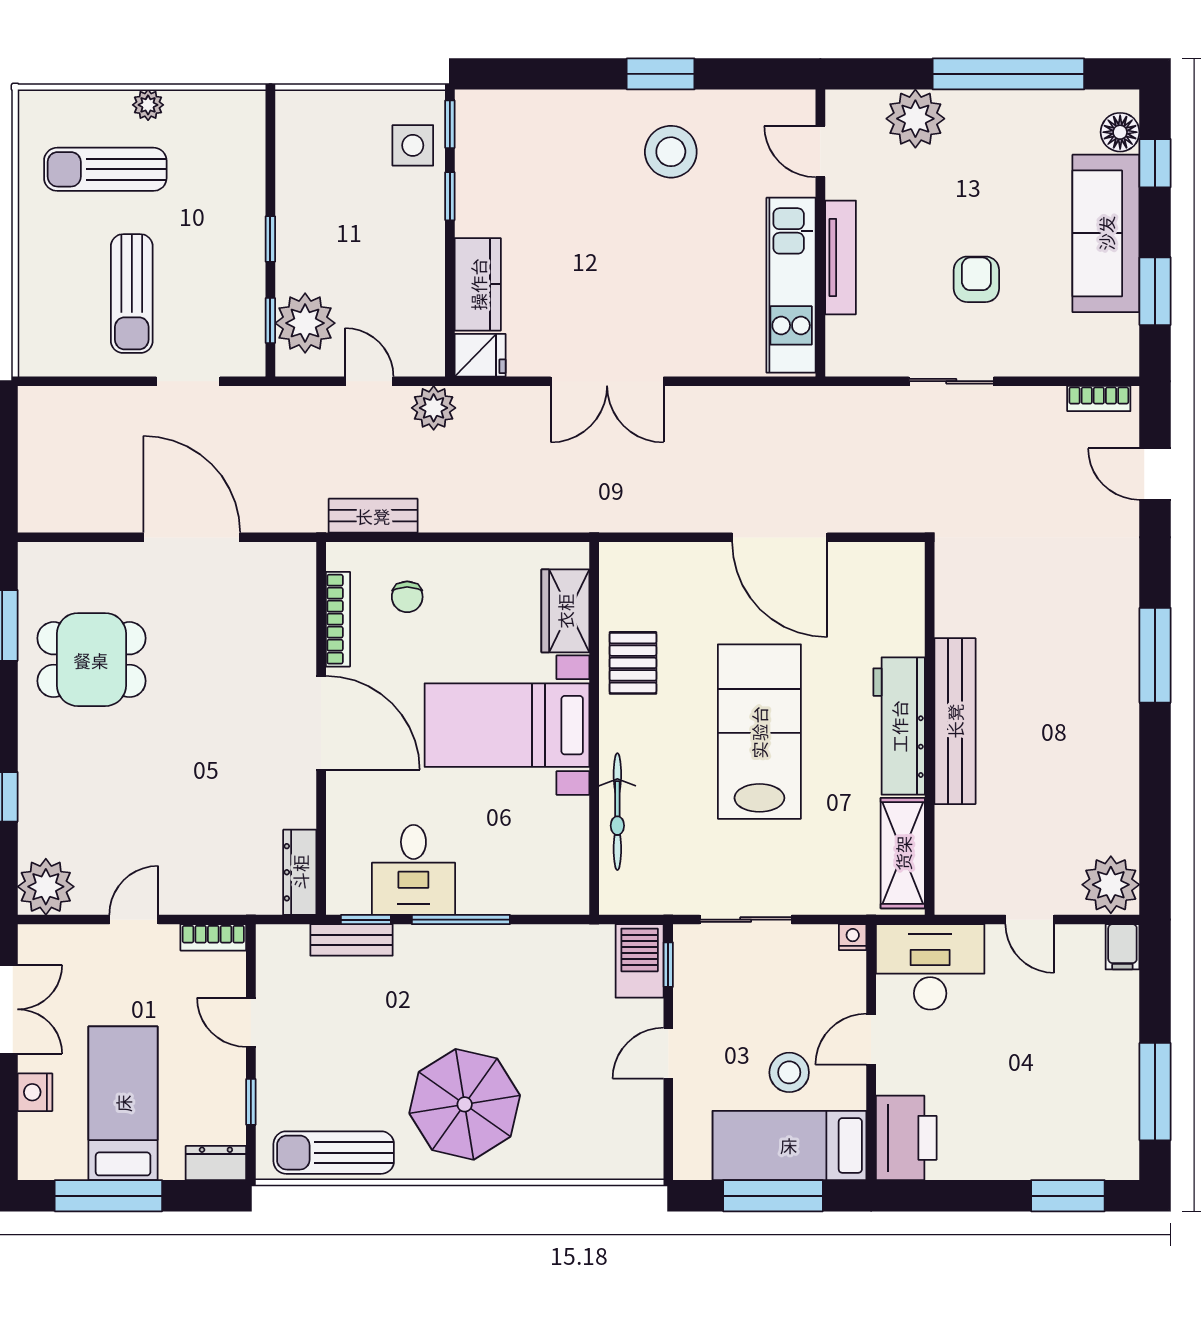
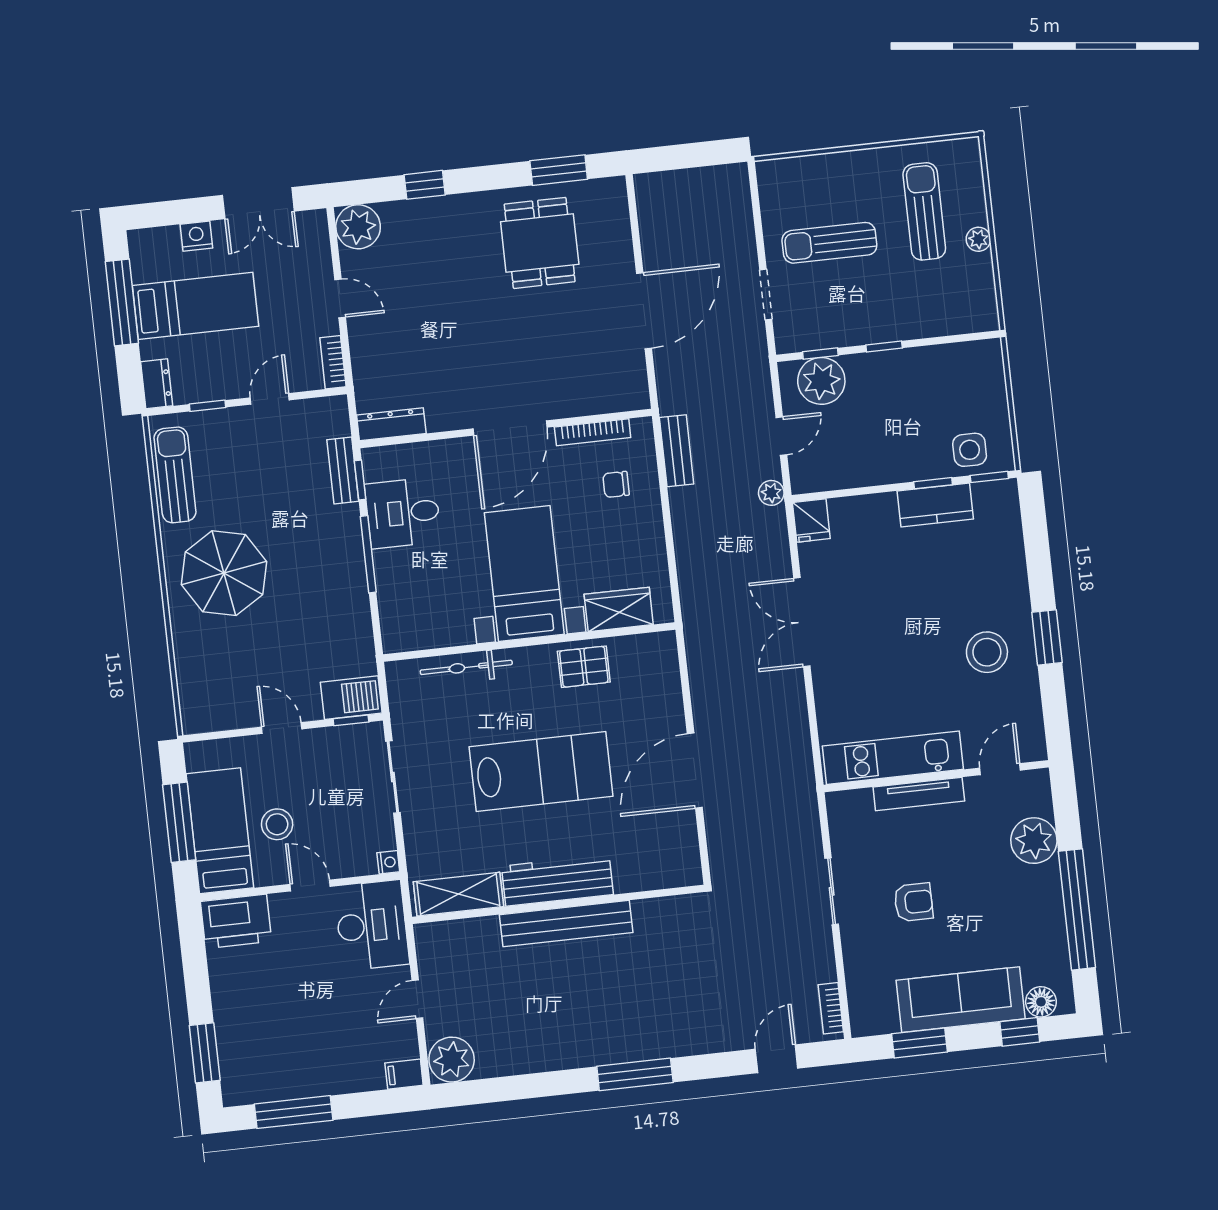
kitchen counter: (478, 284) -> (935, 505), moved
plant: (434, 408) -> (771, 493), width x0.73, depth x0.73

